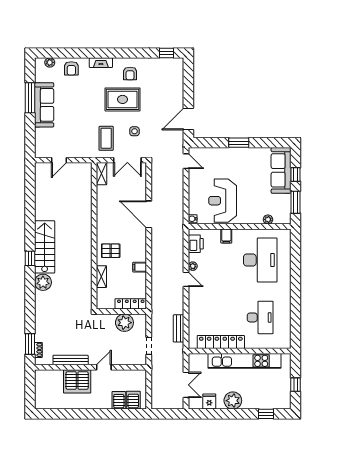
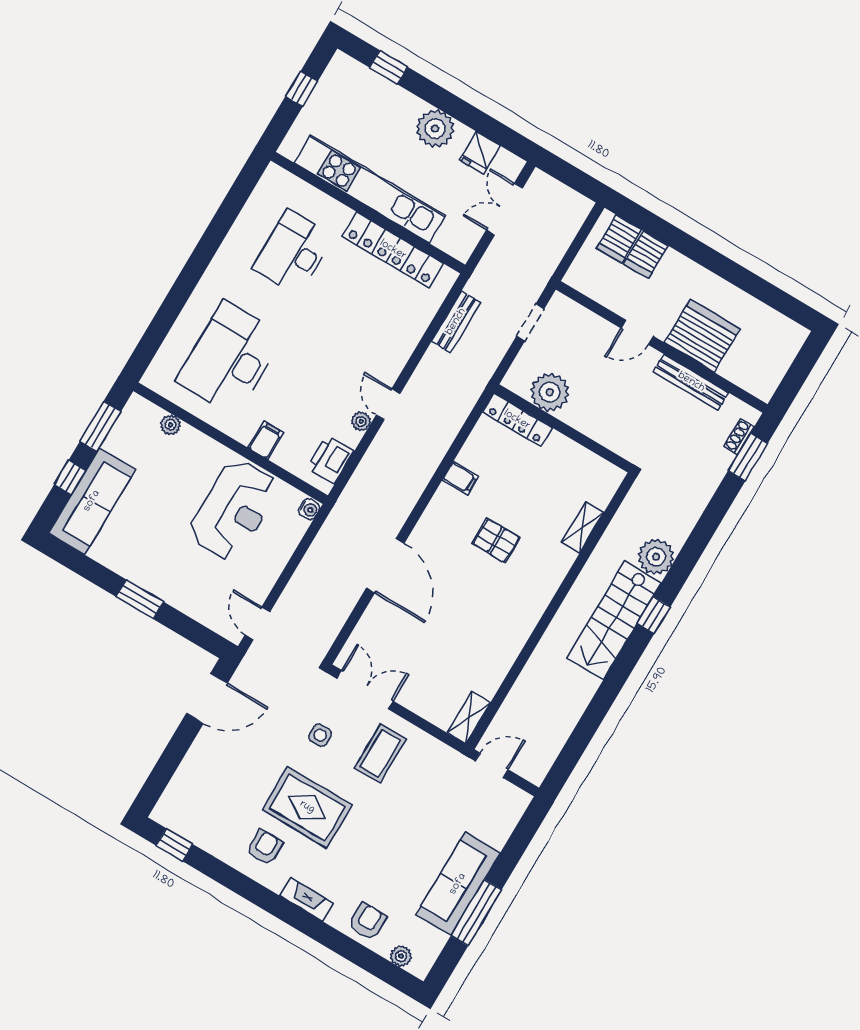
shelving: (101, 174) -> (469, 718), moved
wall: (94, 236) -> (551, 611), moved
shelving: (101, 277) -> (583, 527), moved

